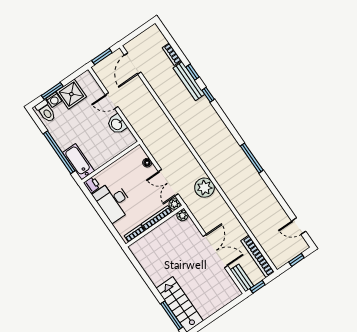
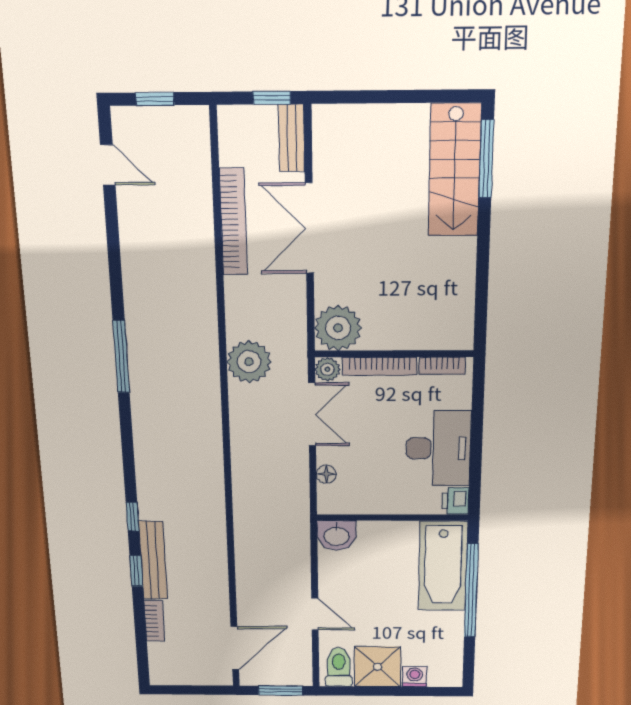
window: (52, 91) -> (407, 691), removed
toilet: (46, 111) -> (339, 667), moved
washbasin: (117, 124) -> (337, 535), moved, turned 90
bathtub: (78, 162) -> (443, 566), width x1.36, depth x1.36
plant: (182, 215) -> (338, 328), width x1.88, depth x1.88
bookcase: (257, 256) -> (233, 222), moved

